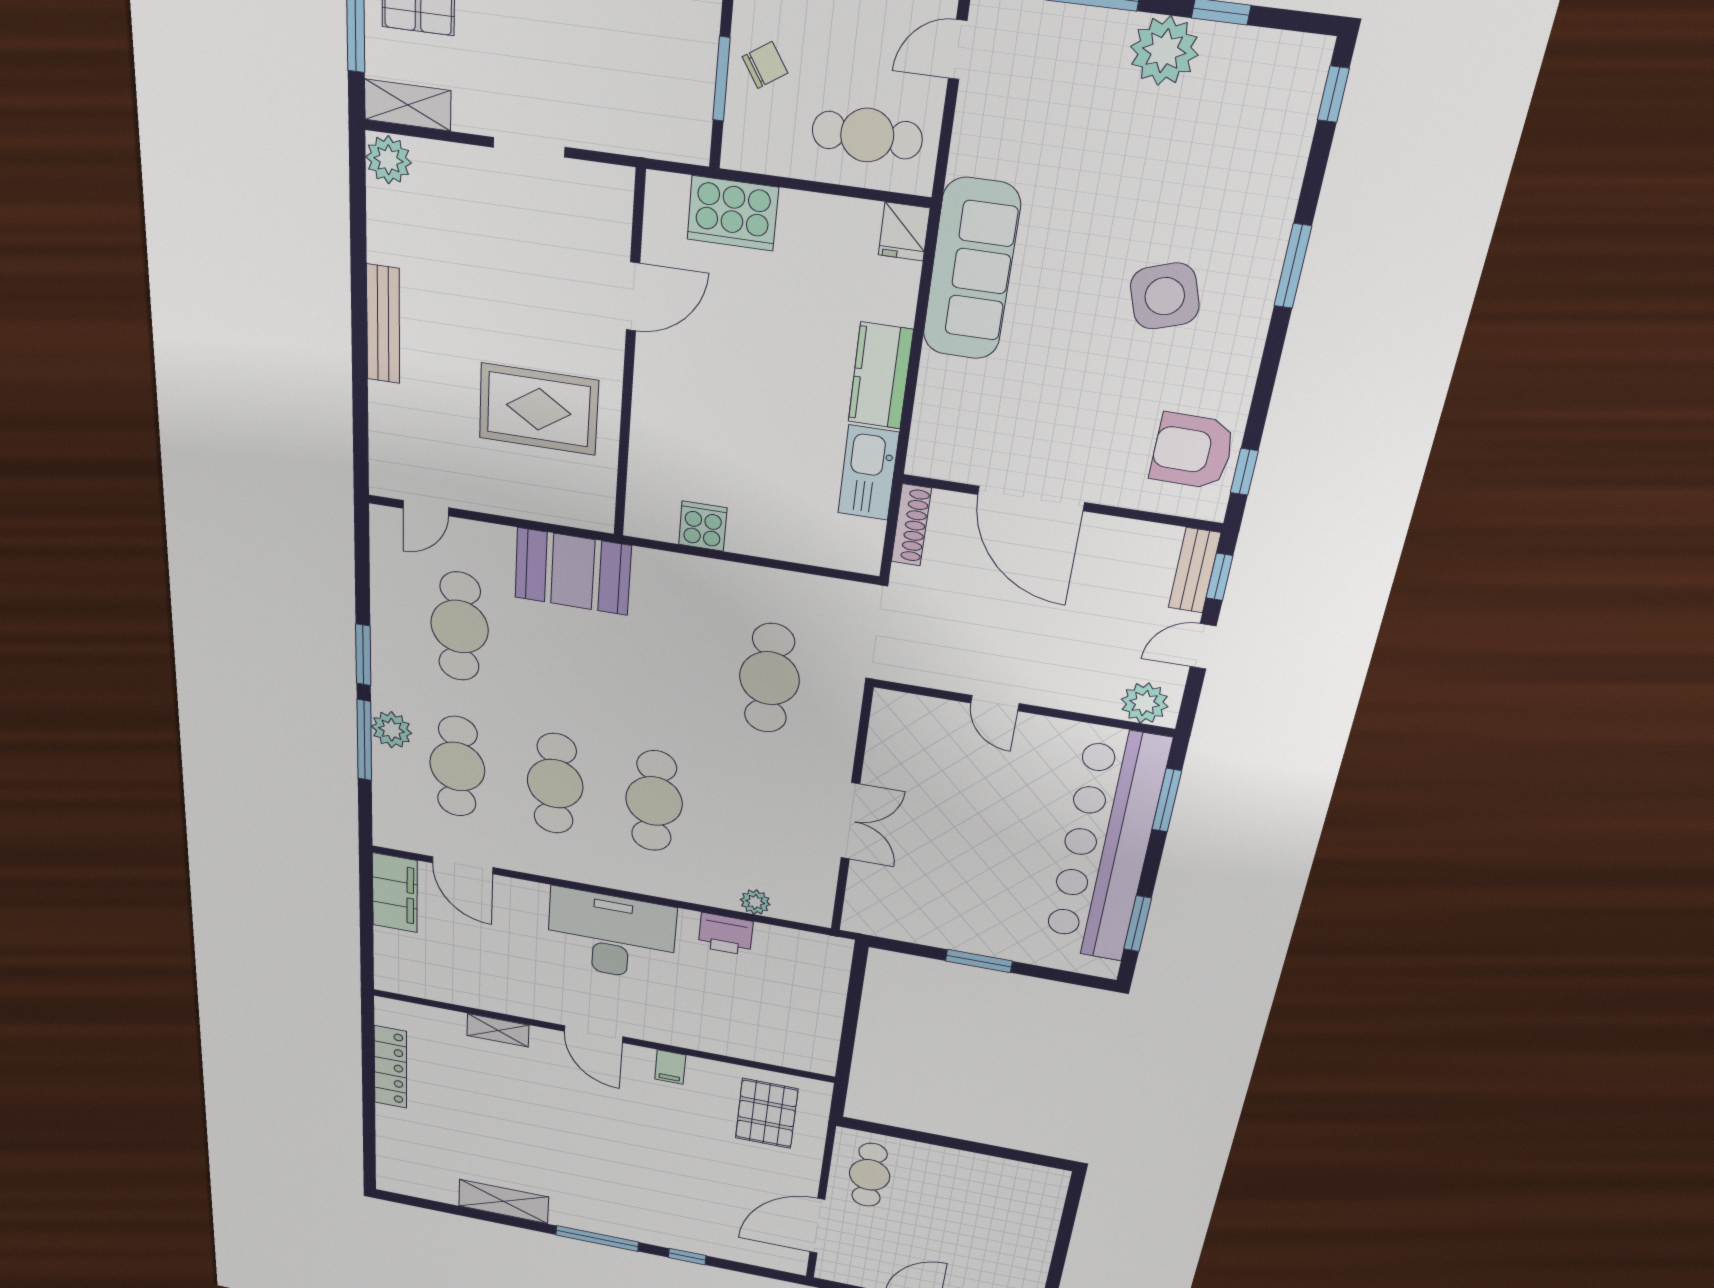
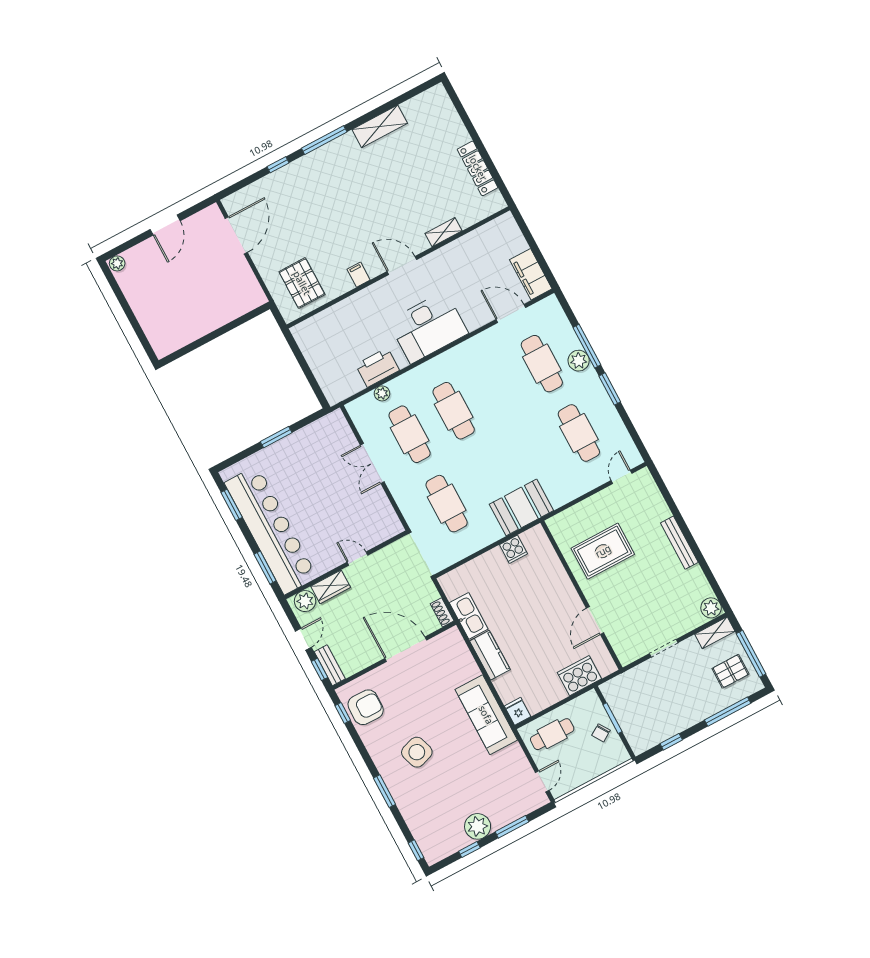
shoe rack: (911, 525) -> (442, 612), width x0.70
booth: (573, 572) -> (521, 507), moved
wardrobe: (1080, 693) -> (331, 587), added
cafe table: (555, 784) -> (410, 434), moved
printer: (726, 934) -> (377, 367), width x1.37, depth x1.19
cafe table: (870, 1175) -> (236, 285), removed

